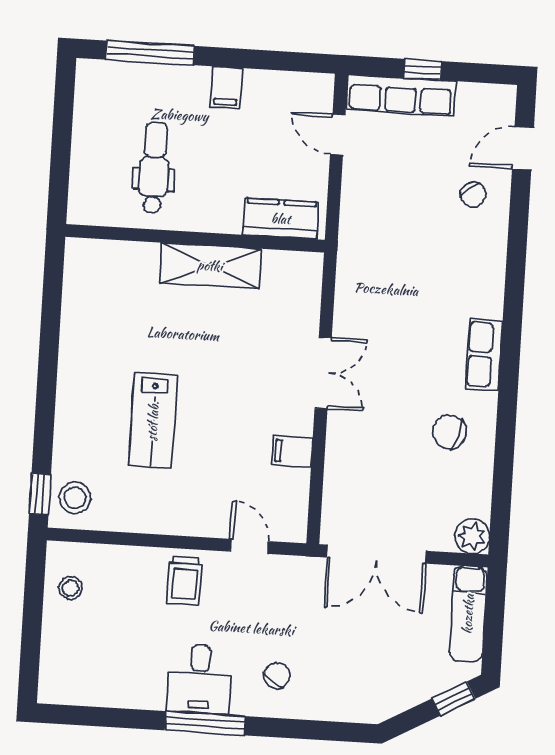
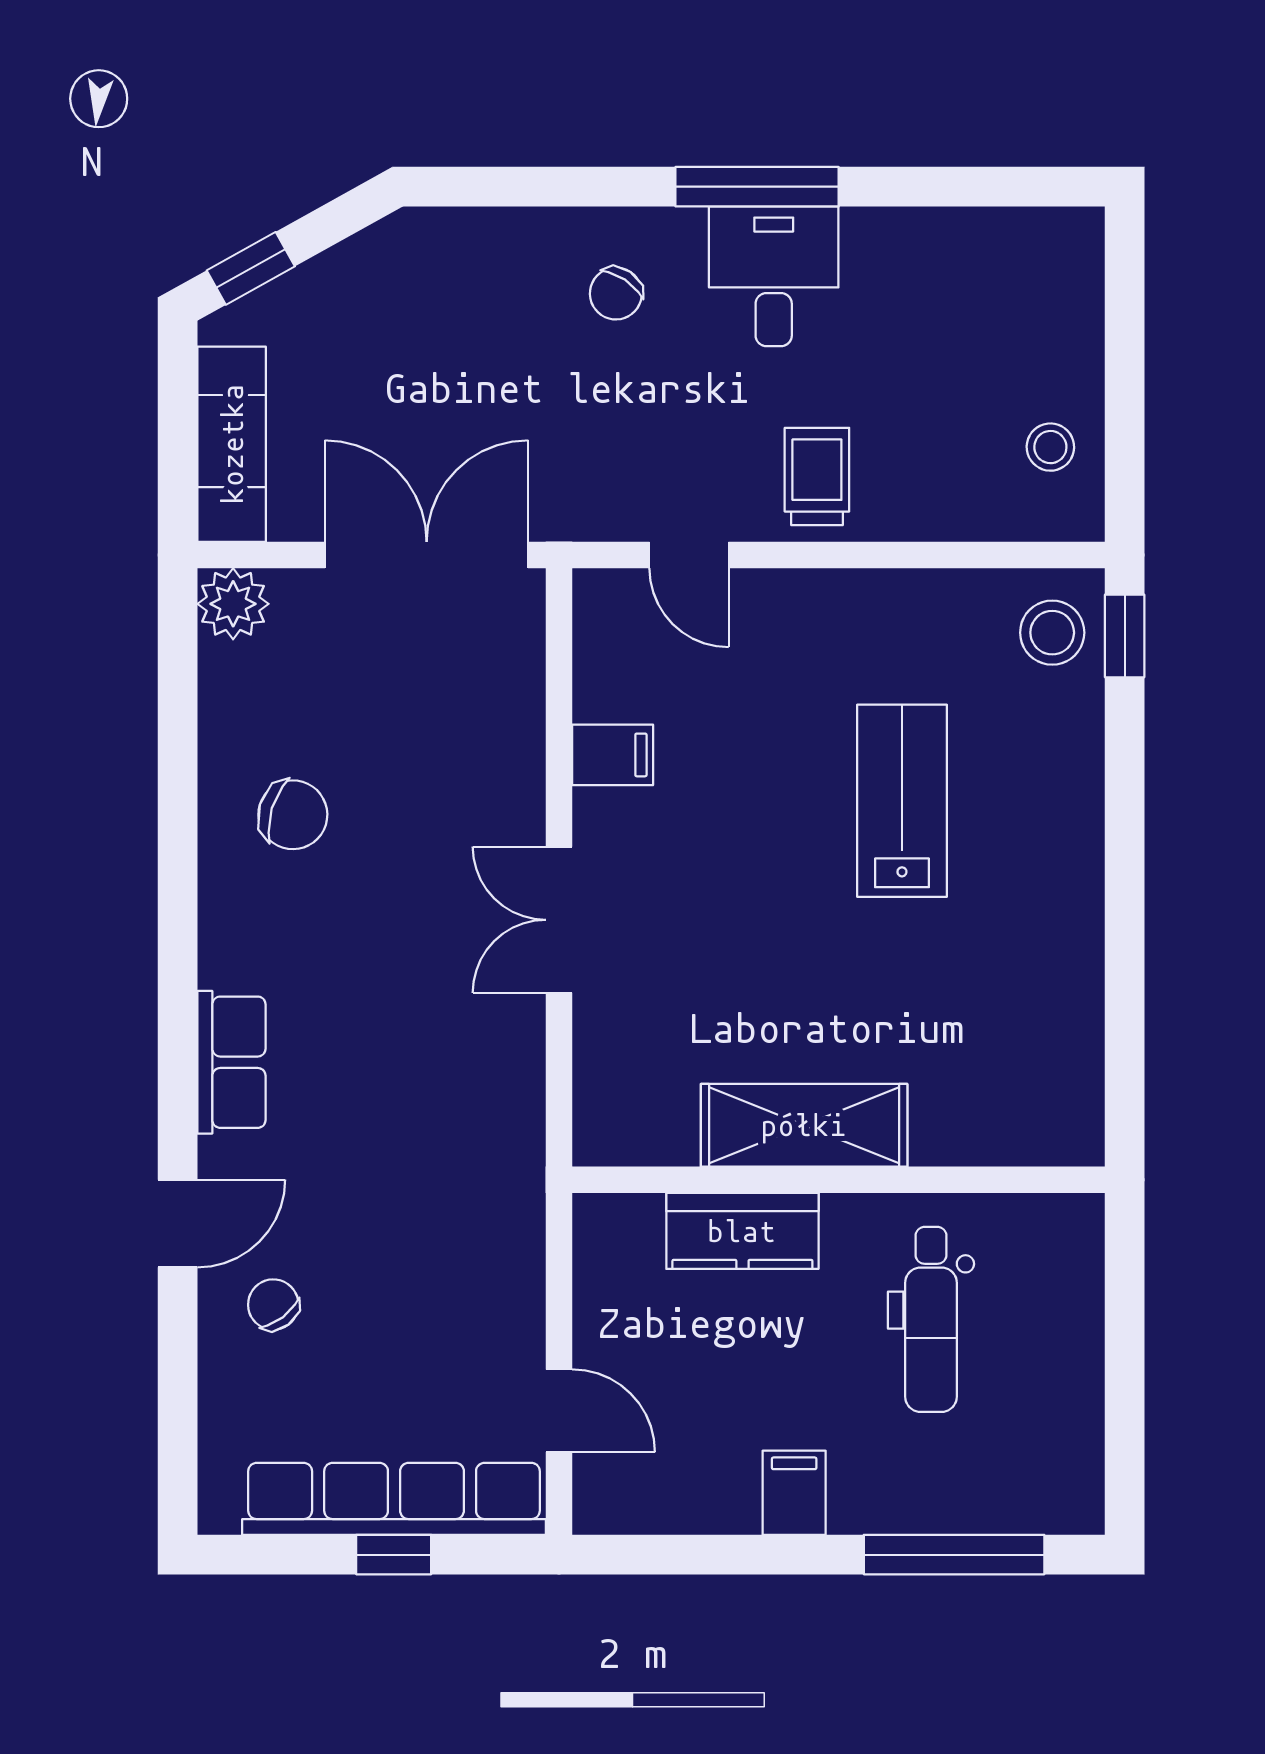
row of seats: (401, 95) -> (394, 1499), width x1.36
door: (523, 148) -> (178, 1223), moved
kitchen counter: (281, 219) -> (742, 1231), moved
row of seats: (484, 354) -> (231, 1062), moved

